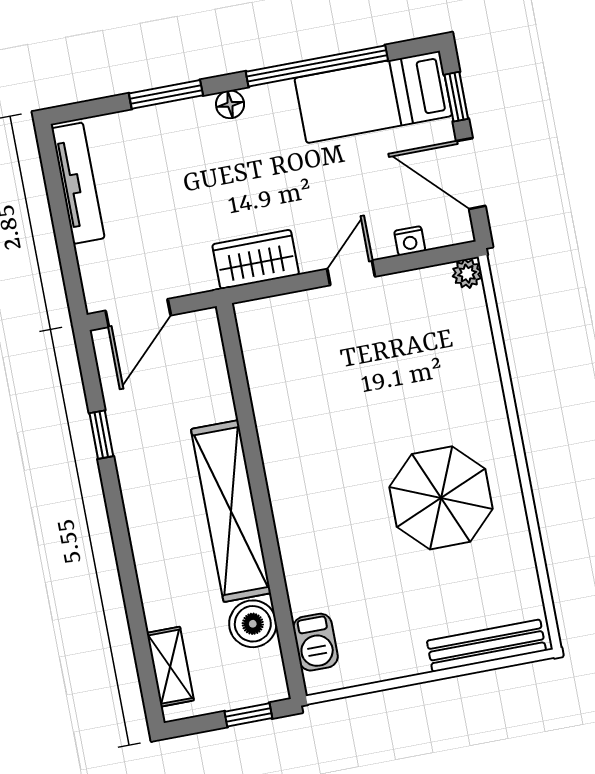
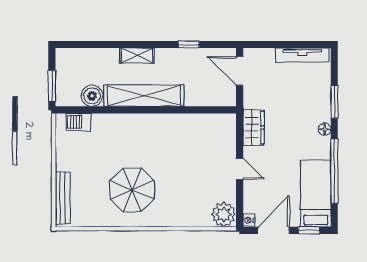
nightstand: (410, 241) -> (249, 220), moved
plant: (467, 274) -> (224, 214), width x1.87, depth x1.87
shelving: (170, 667) -> (137, 56), moved
window: (248, 715) -> (52, 86), width x1.50

